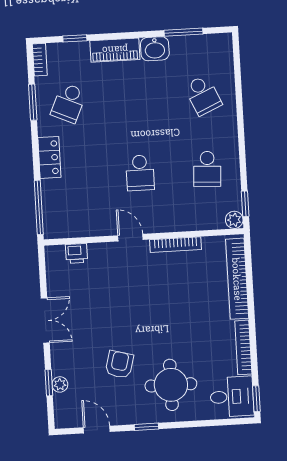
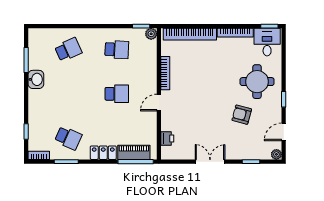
piano: (115, 50) -> (134, 152), moved, turned -90
plant: (60, 384) -> (276, 154), moved

